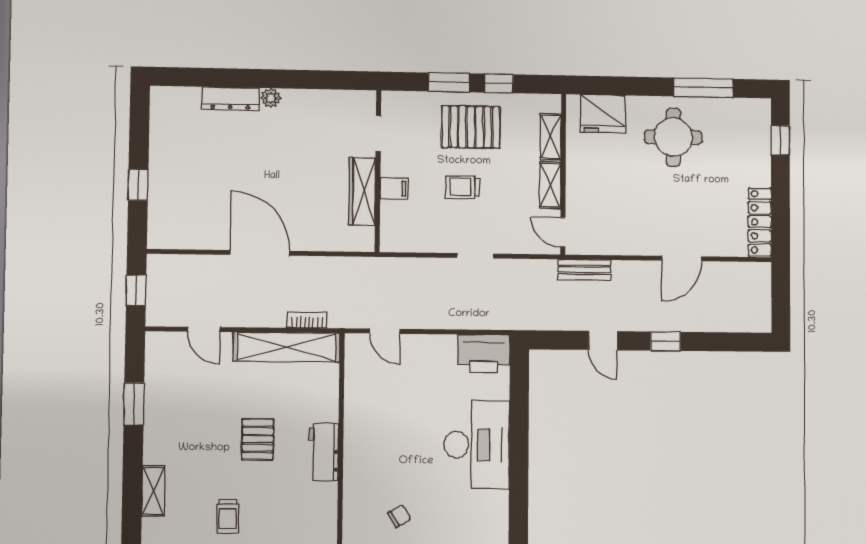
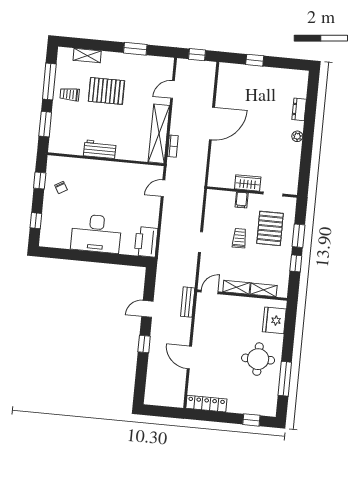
dresser: (230, 98) -> (299, 109), width x0.70
pallet: (471, 127) -> (270, 228), moved
wardrobe: (362, 191) -> (248, 183), width x0.67
pallet: (258, 439) -> (106, 91), moved, width x1.50, depth x1.42

